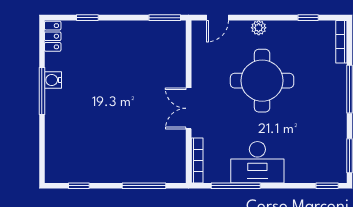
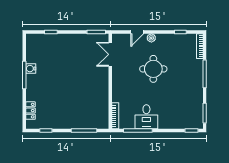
door: (218, 18) -> (137, 32), moved
locker: (53, 36) -> (31, 111), moved
round table: (262, 81) -> (153, 69), width x0.73, depth x0.73
double door: (189, 108) -> (110, 54), moved
desk: (257, 162) -> (146, 117), width x0.73

